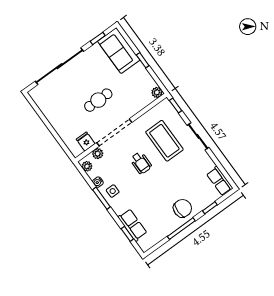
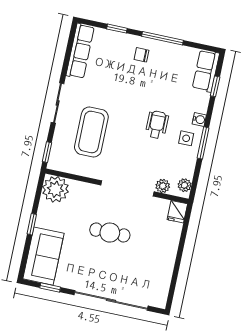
plant: (157, 92) -> (55, 189), width x1.88, depth x1.88
fridge: (86, 141) -> (177, 212), moved
wheelchair: (141, 163) -> (157, 125), moved
row of seats: (220, 181) -> (80, 51), width x1.48
water cooler: (98, 182) -> (199, 119), moved
chair: (182, 208) -> (142, 55), width x0.54, depth x0.54
row of seats: (132, 225) -> (206, 71), moved

